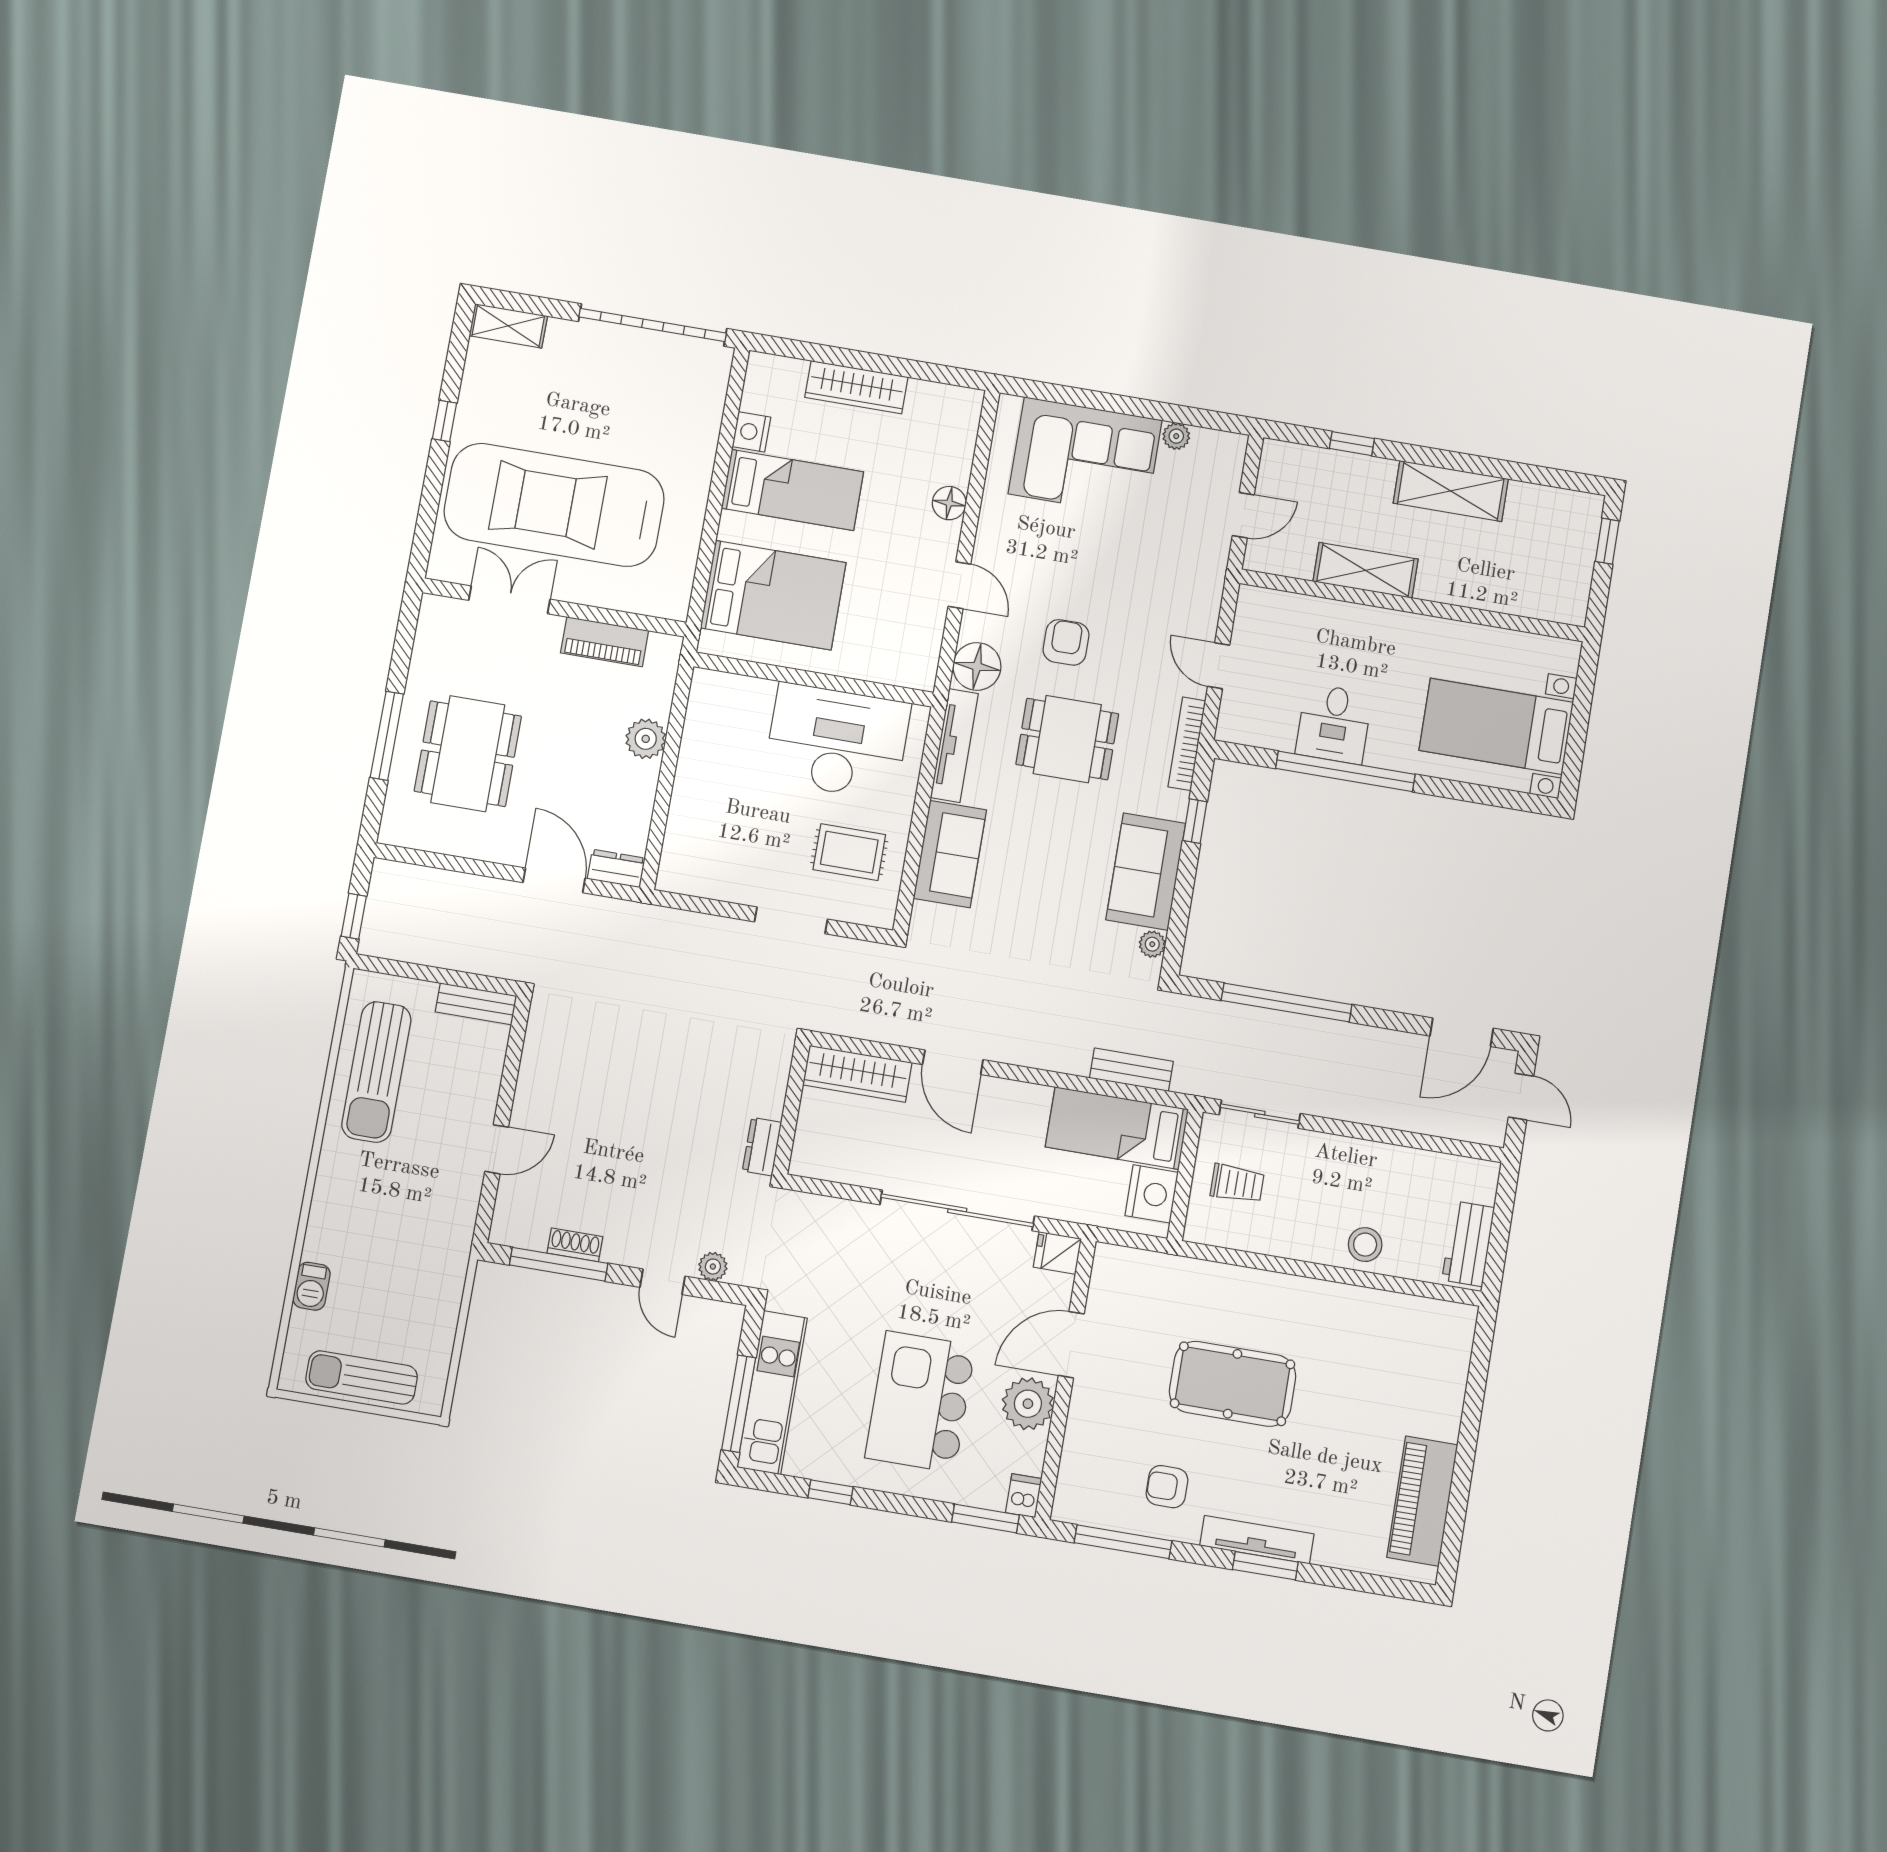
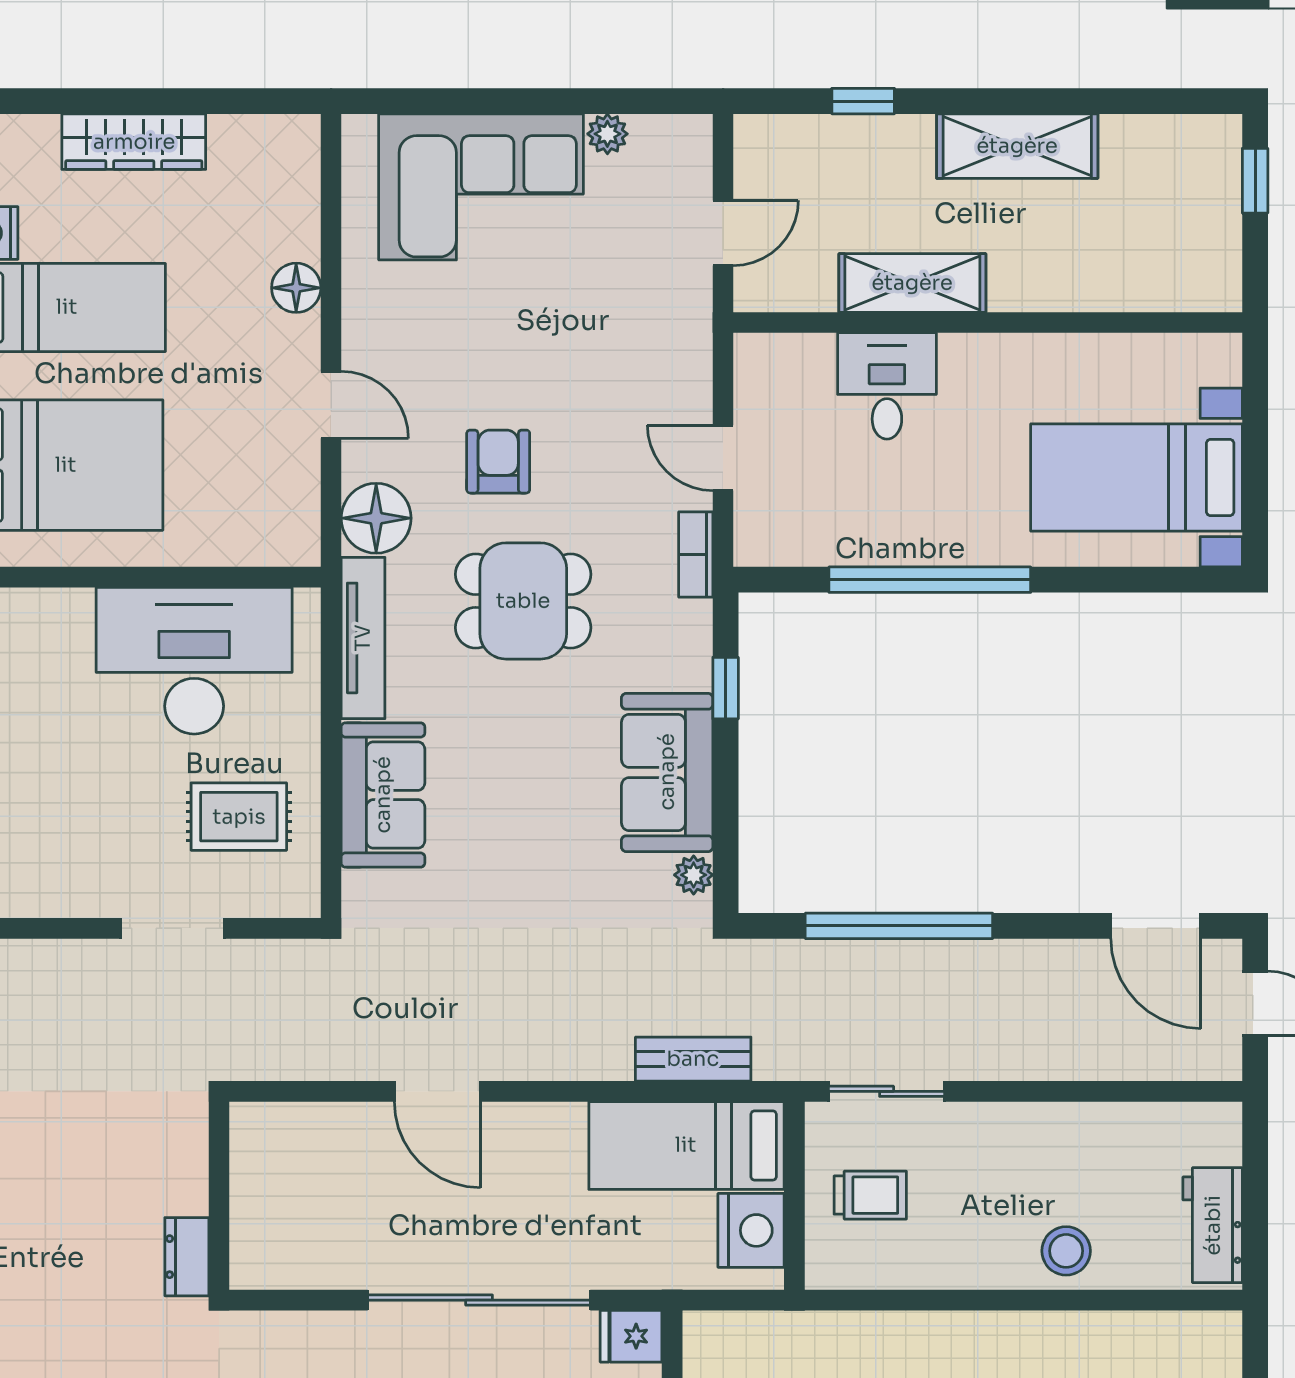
desk: (1334, 724) -> (887, 386), moved, turned 180
bookcase: (1187, 744) -> (696, 555), width x0.64
door: (1462, 1032) -> (1156, 926), hinge flipped
wardrobe: (857, 1074) -> (304, 1131), removed

